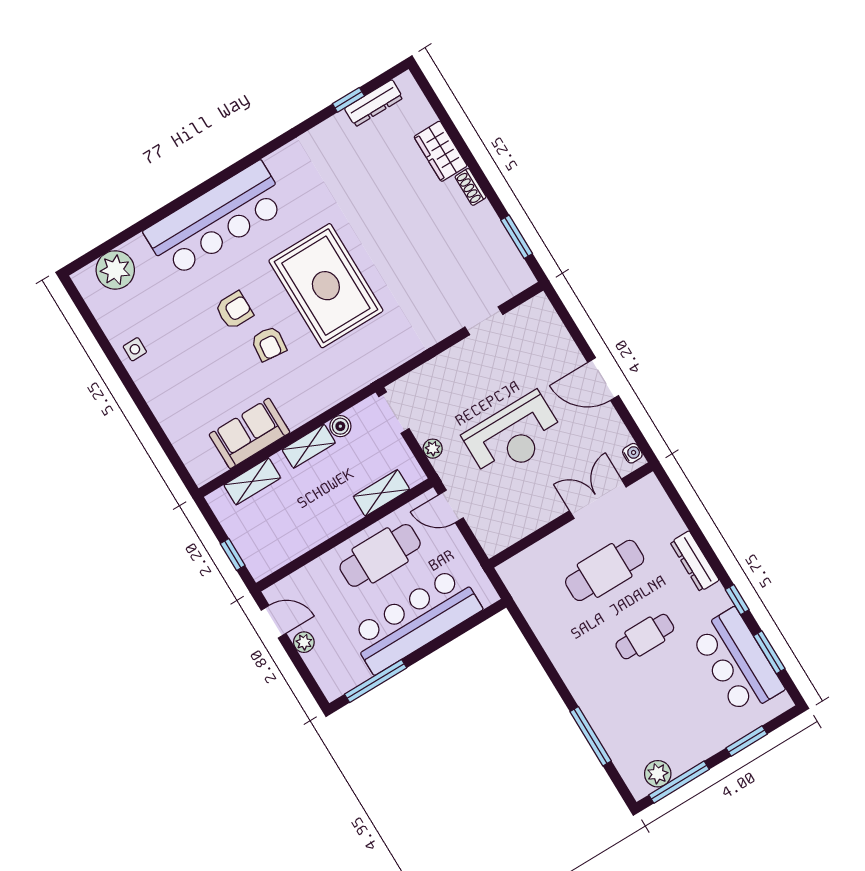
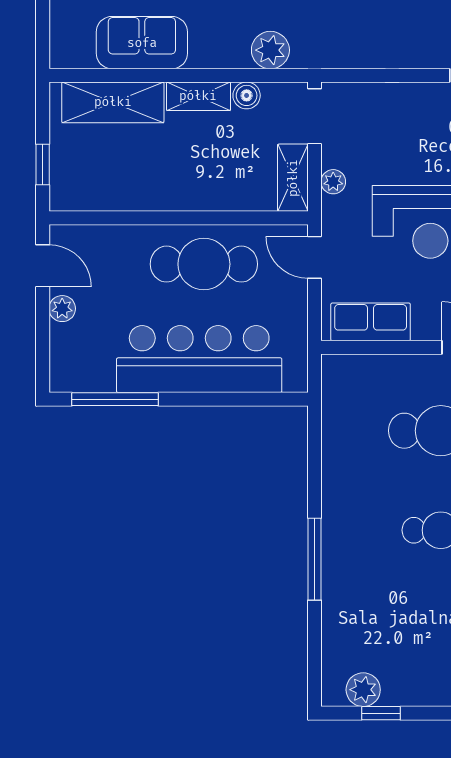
plant: (338, 386) -> (270, 50), added
shelving: (252, 481) -> (113, 102), width x1.50, depth x1.33
shelving: (381, 493) -> (293, 178), moved, turned 90
row of seats: (514, 527) -> (371, 322), added
window: (591, 736) -> (314, 559), moved
window: (679, 782) -> (381, 713), width x0.46

